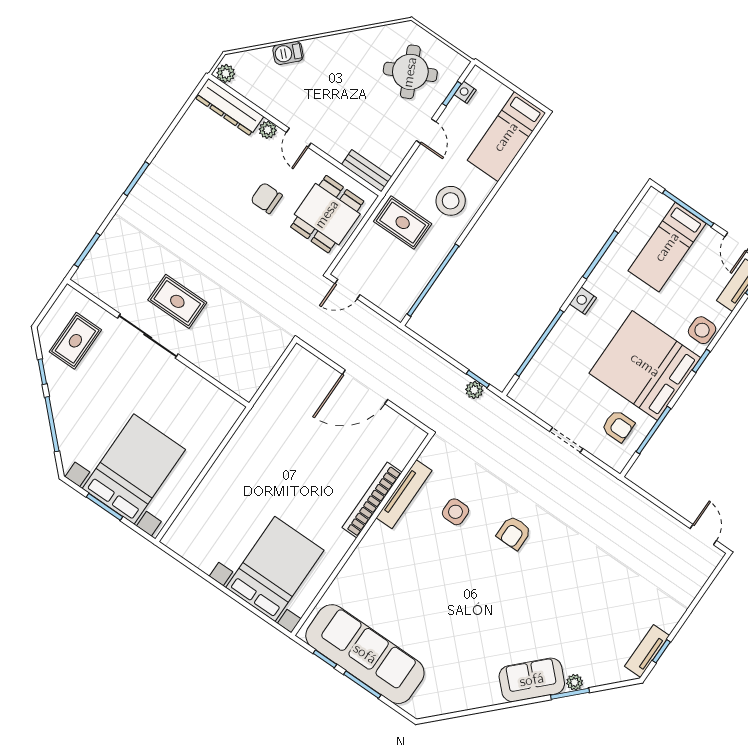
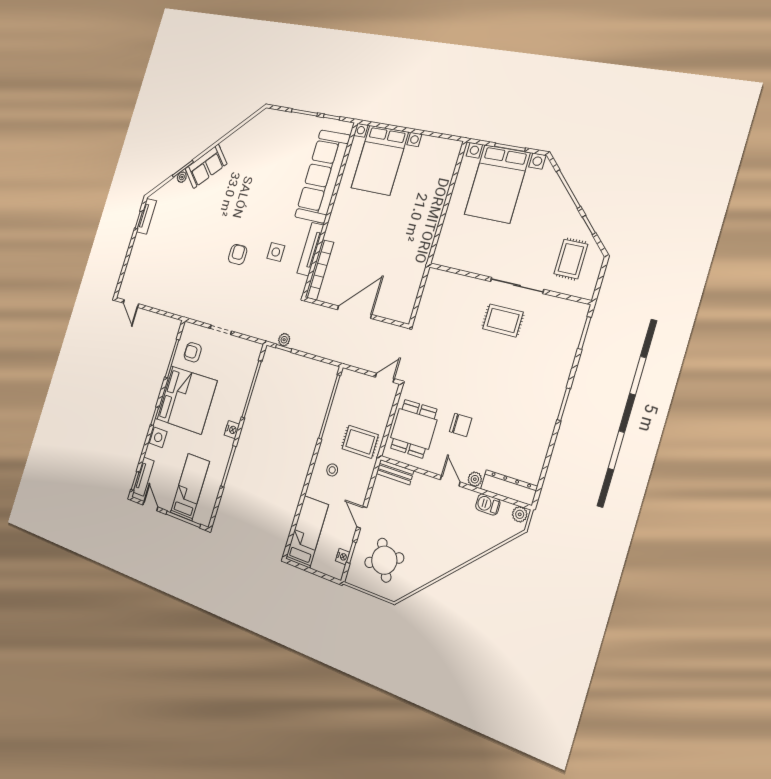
barbecue: (288, 53) -> (488, 504), moved, turned -135
stool: (451, 201) -> (332, 470), width x0.53, depth x0.53
bookcase: (372, 500) -> (319, 270), moved
sofa: (365, 654) -> (323, 176), moved, turned 90

